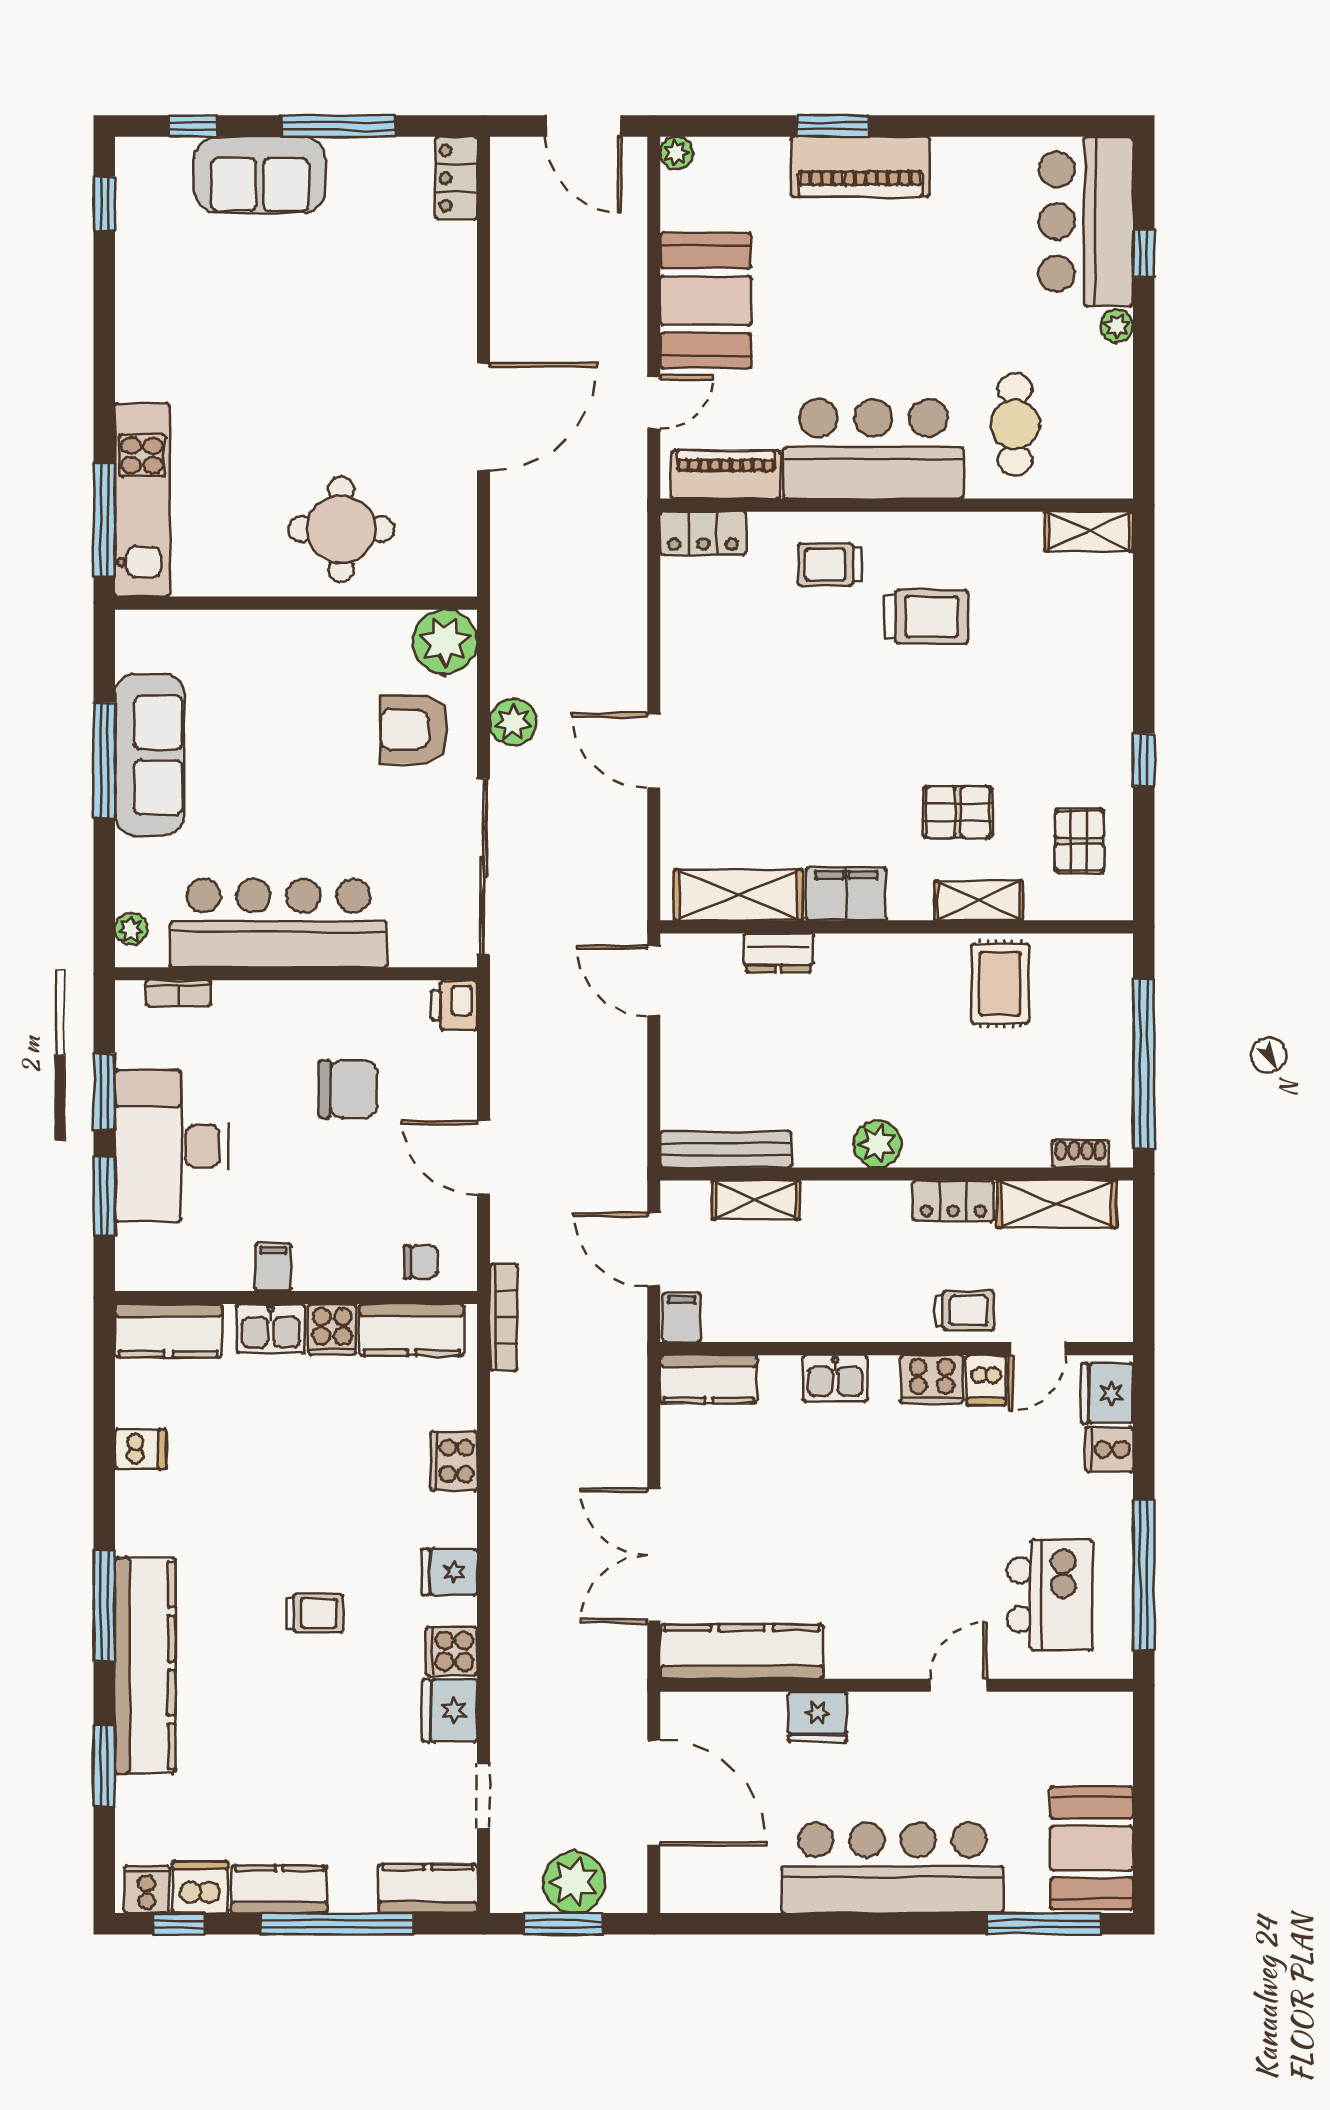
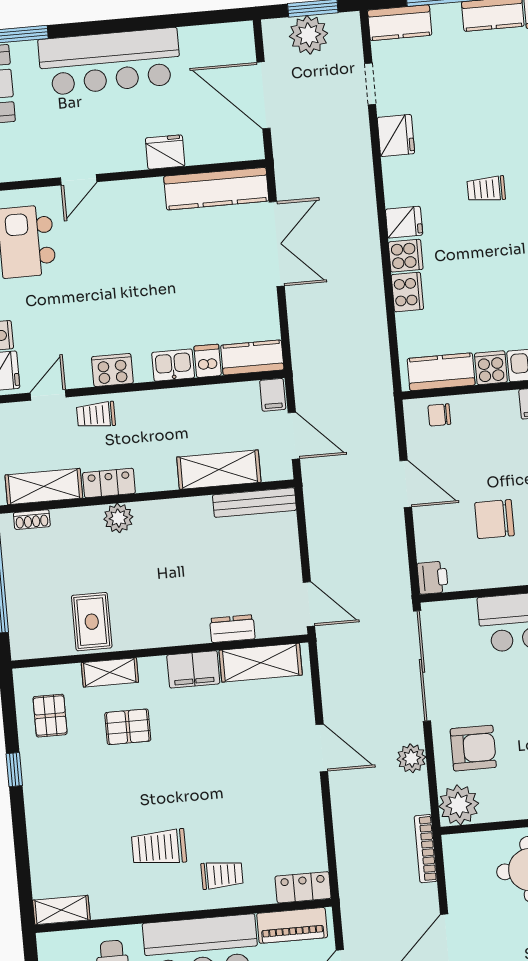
plant: (877, 1144) -> (118, 518), moved
shelving: (756, 1200) -> (219, 470), width x1.50, depth x1.33
bookcase: (504, 1317) -> (426, 849), moved
dishwasher: (986, 1380) -> (208, 361), moved
cooker: (451, 1651) -> (406, 256), moved

